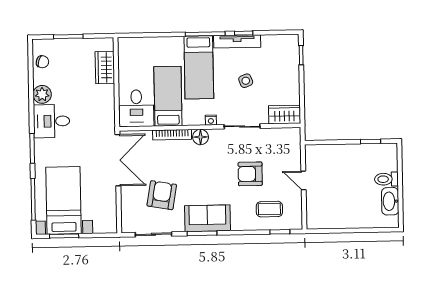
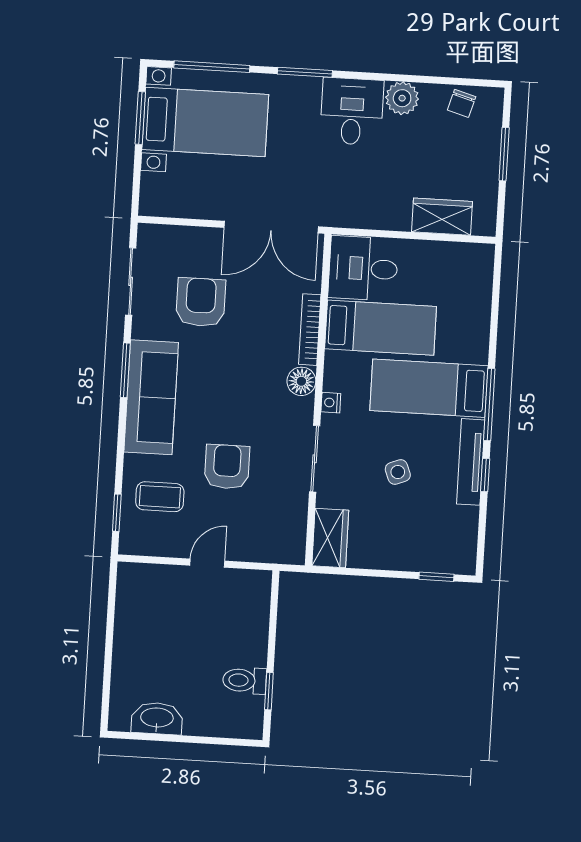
toilet: (386, 179) -> (245, 680), moved, turned -90
armchair: (162, 195) -> (201, 302), turned -100
coffee table: (269, 209) -> (160, 497), turned 90
sofa: (207, 218) -> (151, 397), width x1.36

